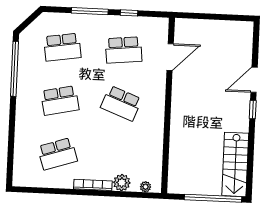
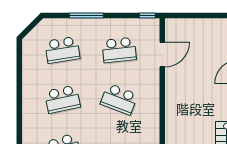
window: (129, 13) -> (147, 16), moved
window: (14, 69) -> (19, 72), removed

